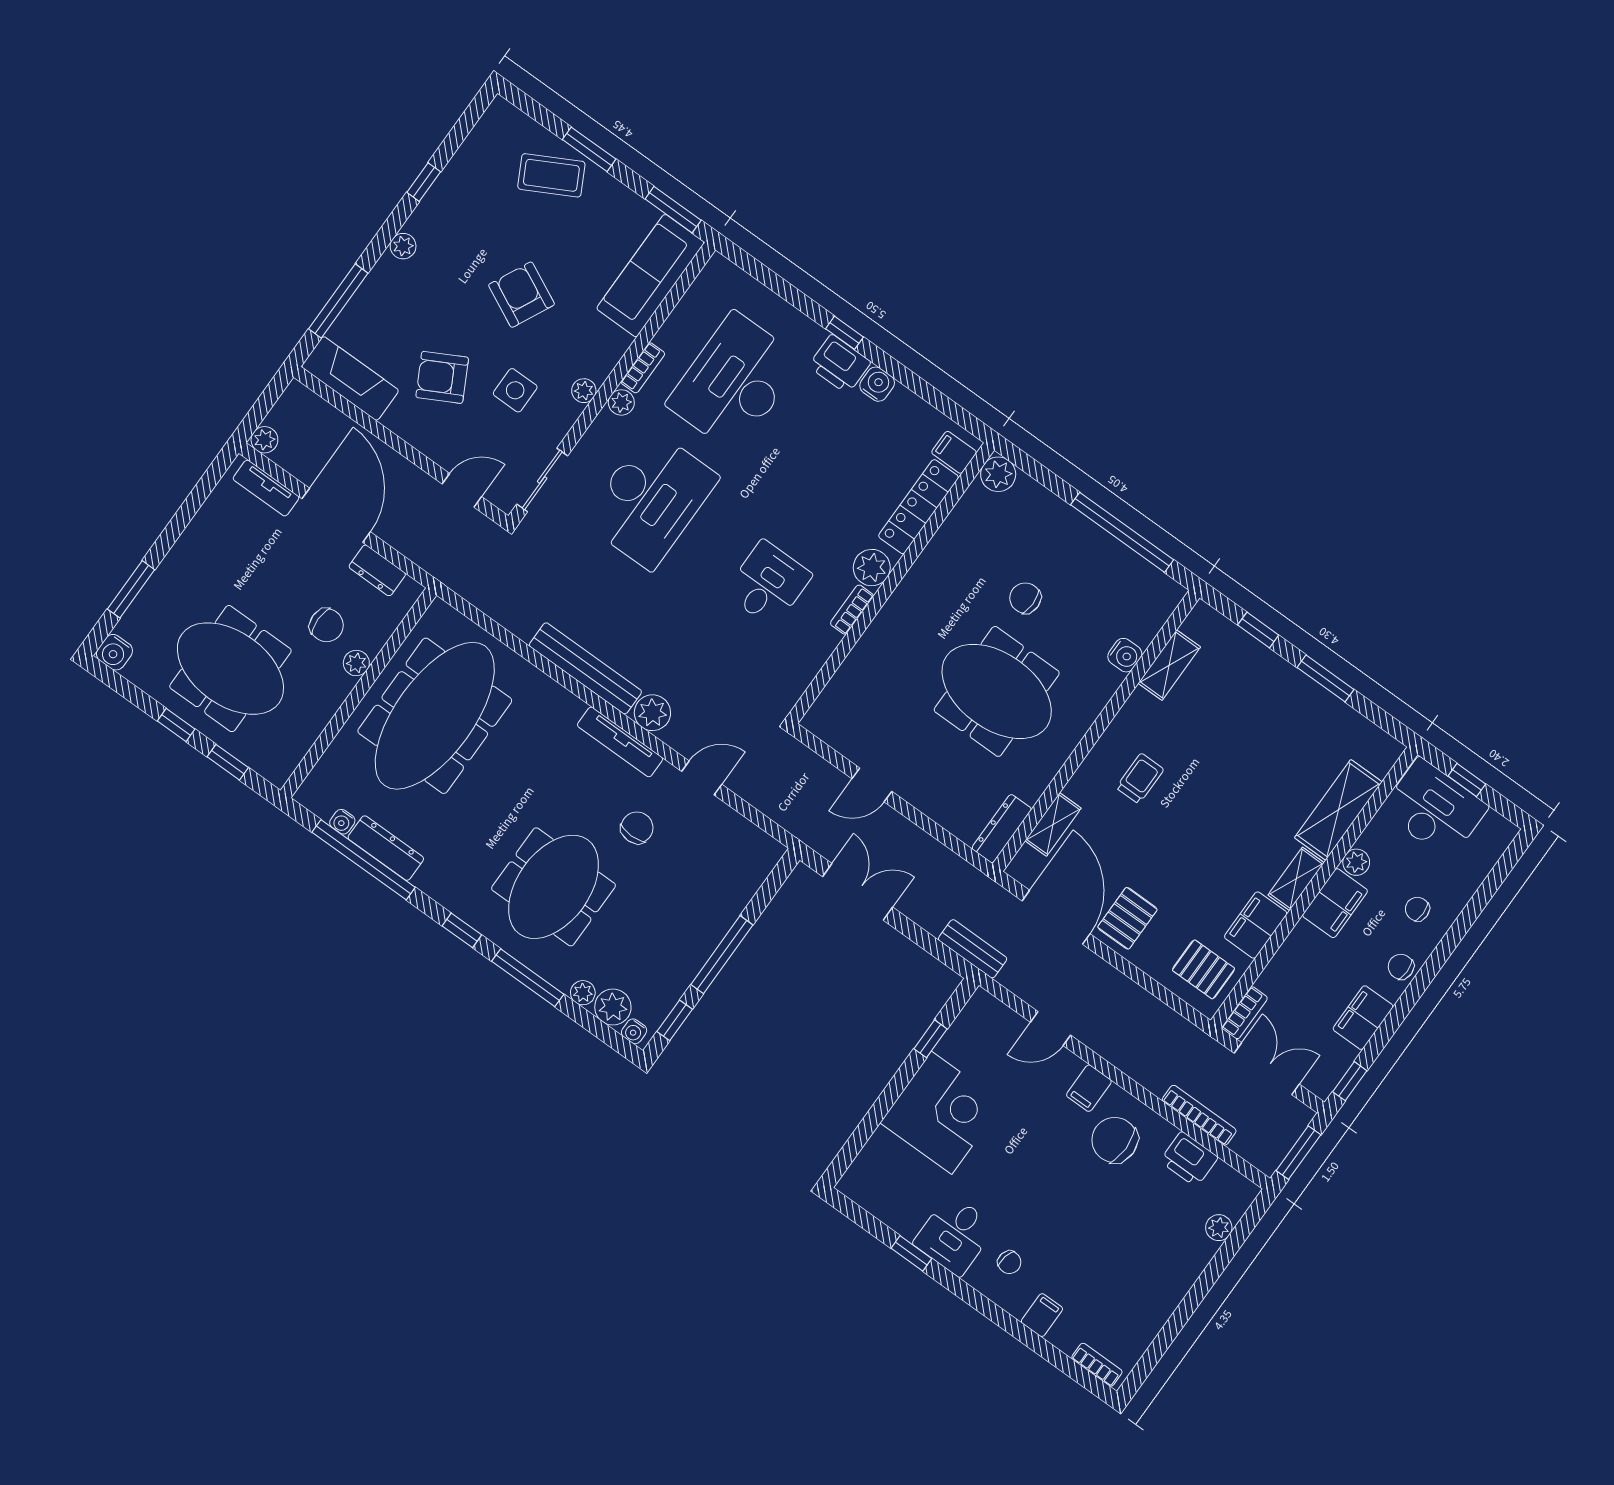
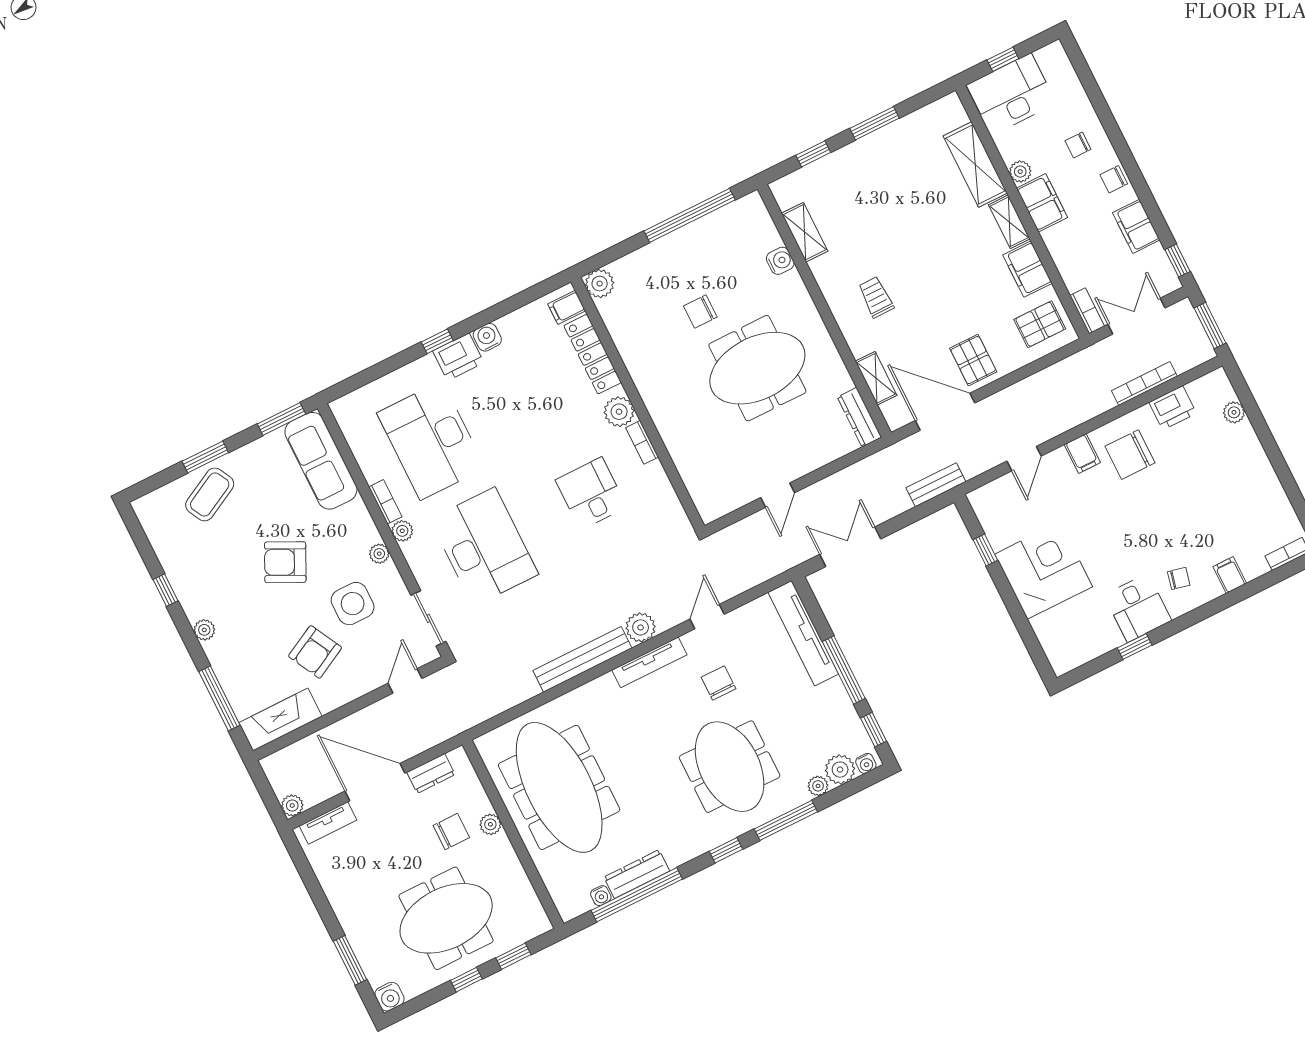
side table: (515, 390) -> (353, 604), width x1.37, depth x1.37
tv unit: (738, 890) -> (803, 633), added

